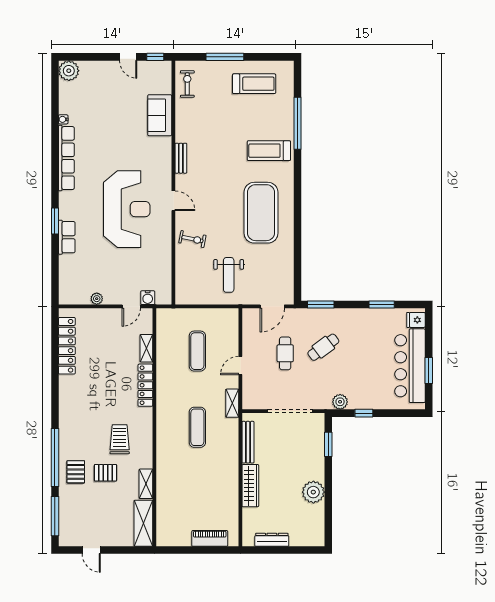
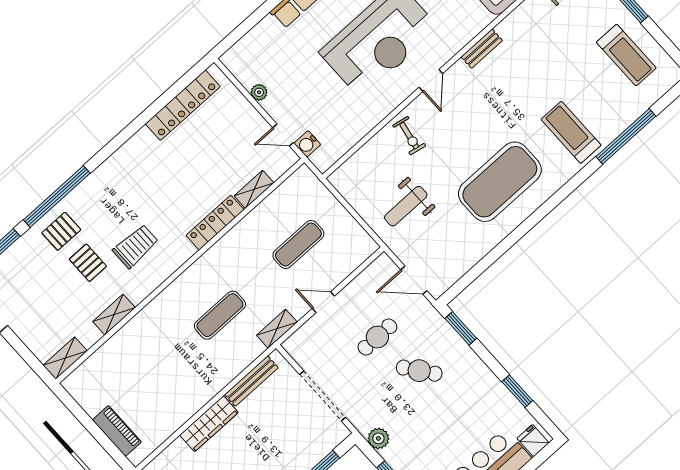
shelving: (143, 523) -> (65, 358), width x0.67, depth x0.75

